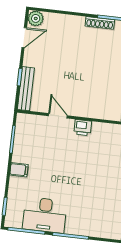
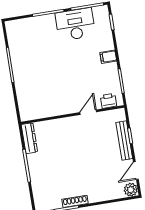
bench: (26, 89) -> (124, 141), moved
door: (58, 116) -> (88, 112), swing flipped
printer: (83, 128) -> (108, 101), moved

